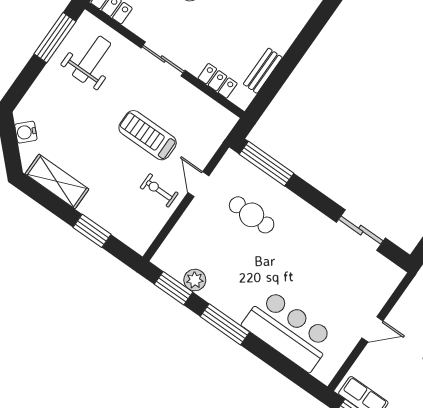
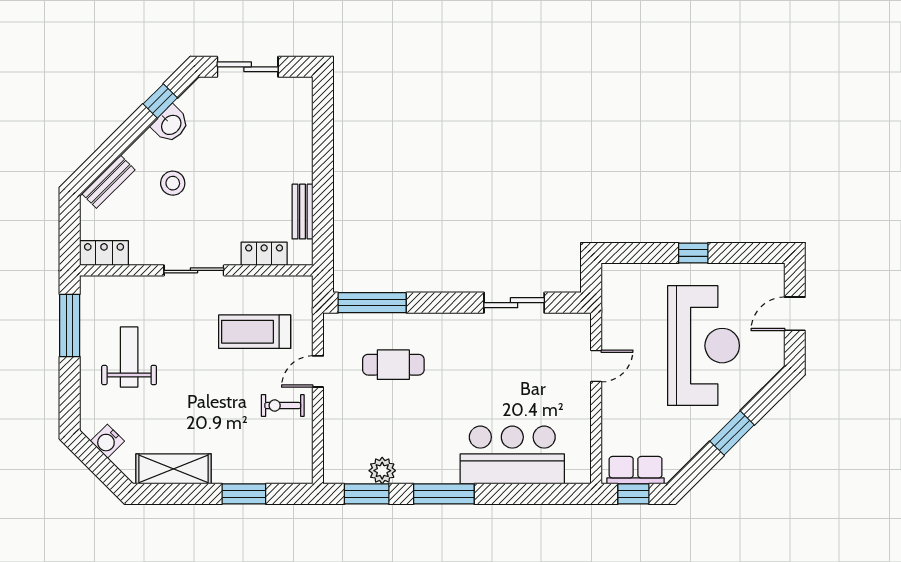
weight bench: (92, 59) -> (129, 357), moved
treadmill: (148, 135) -> (255, 332), moved
door: (198, 184) -> (318, 371), hinge flipped
door: (372, 329) -> (596, 366), moved

